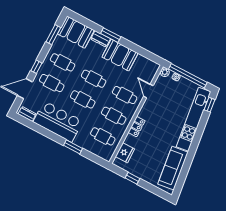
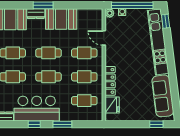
locker: (137, 127) -> (110, 81), width x1.53
window: (49, 134) -> (34, 124), added
window: (133, 178) -> (156, 124), moved

